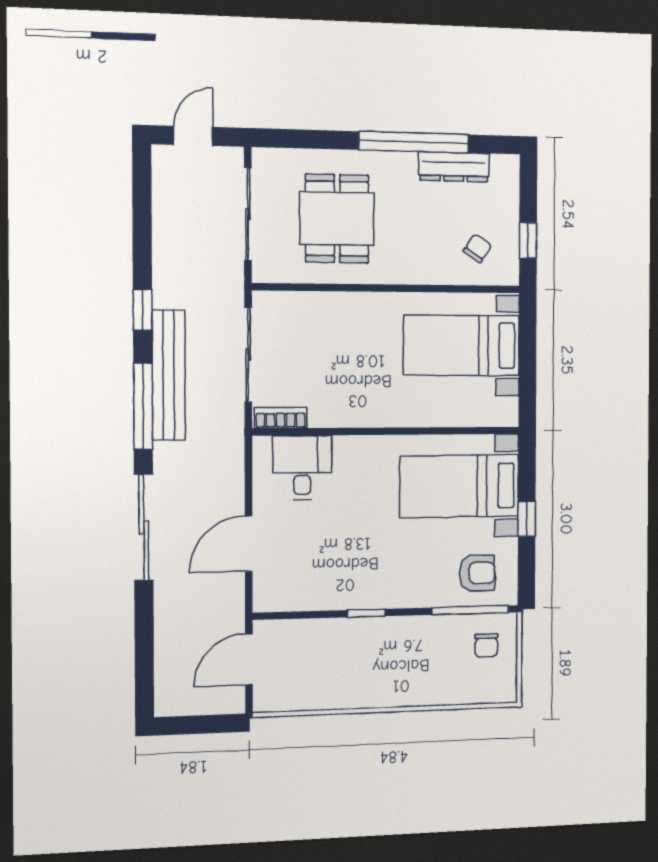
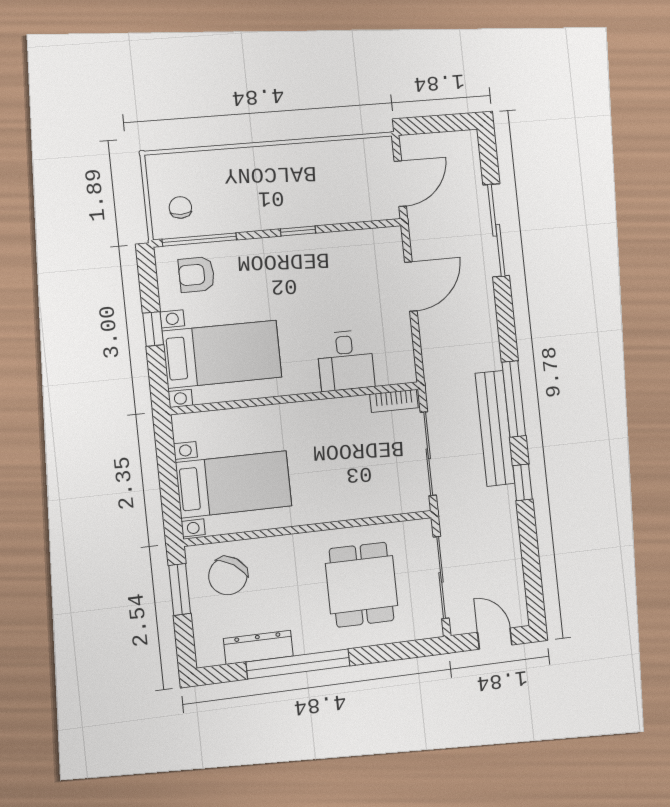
door: (193, 136) -> (495, 639), swing flipped
window: (528, 241) -> (180, 589), width x1.50
chair: (477, 248) -> (228, 576), width x1.87, depth x1.87
desk: (302, 468) -> (346, 361), moved
sliding door: (144, 527) -> (496, 230), moved

